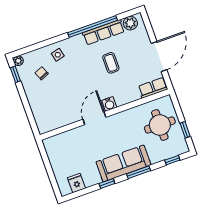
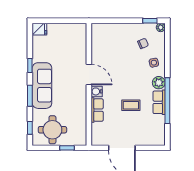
plant: (130, 23) -> (159, 83), moved
row of seats: (103, 32) -> (159, 102), width x0.68
row of seats: (153, 88) -> (97, 110), moved
round table: (160, 125) -> (52, 130), moved
window: (185, 130) -> (67, 148), moved
fridge: (76, 183) -> (39, 29), moved

